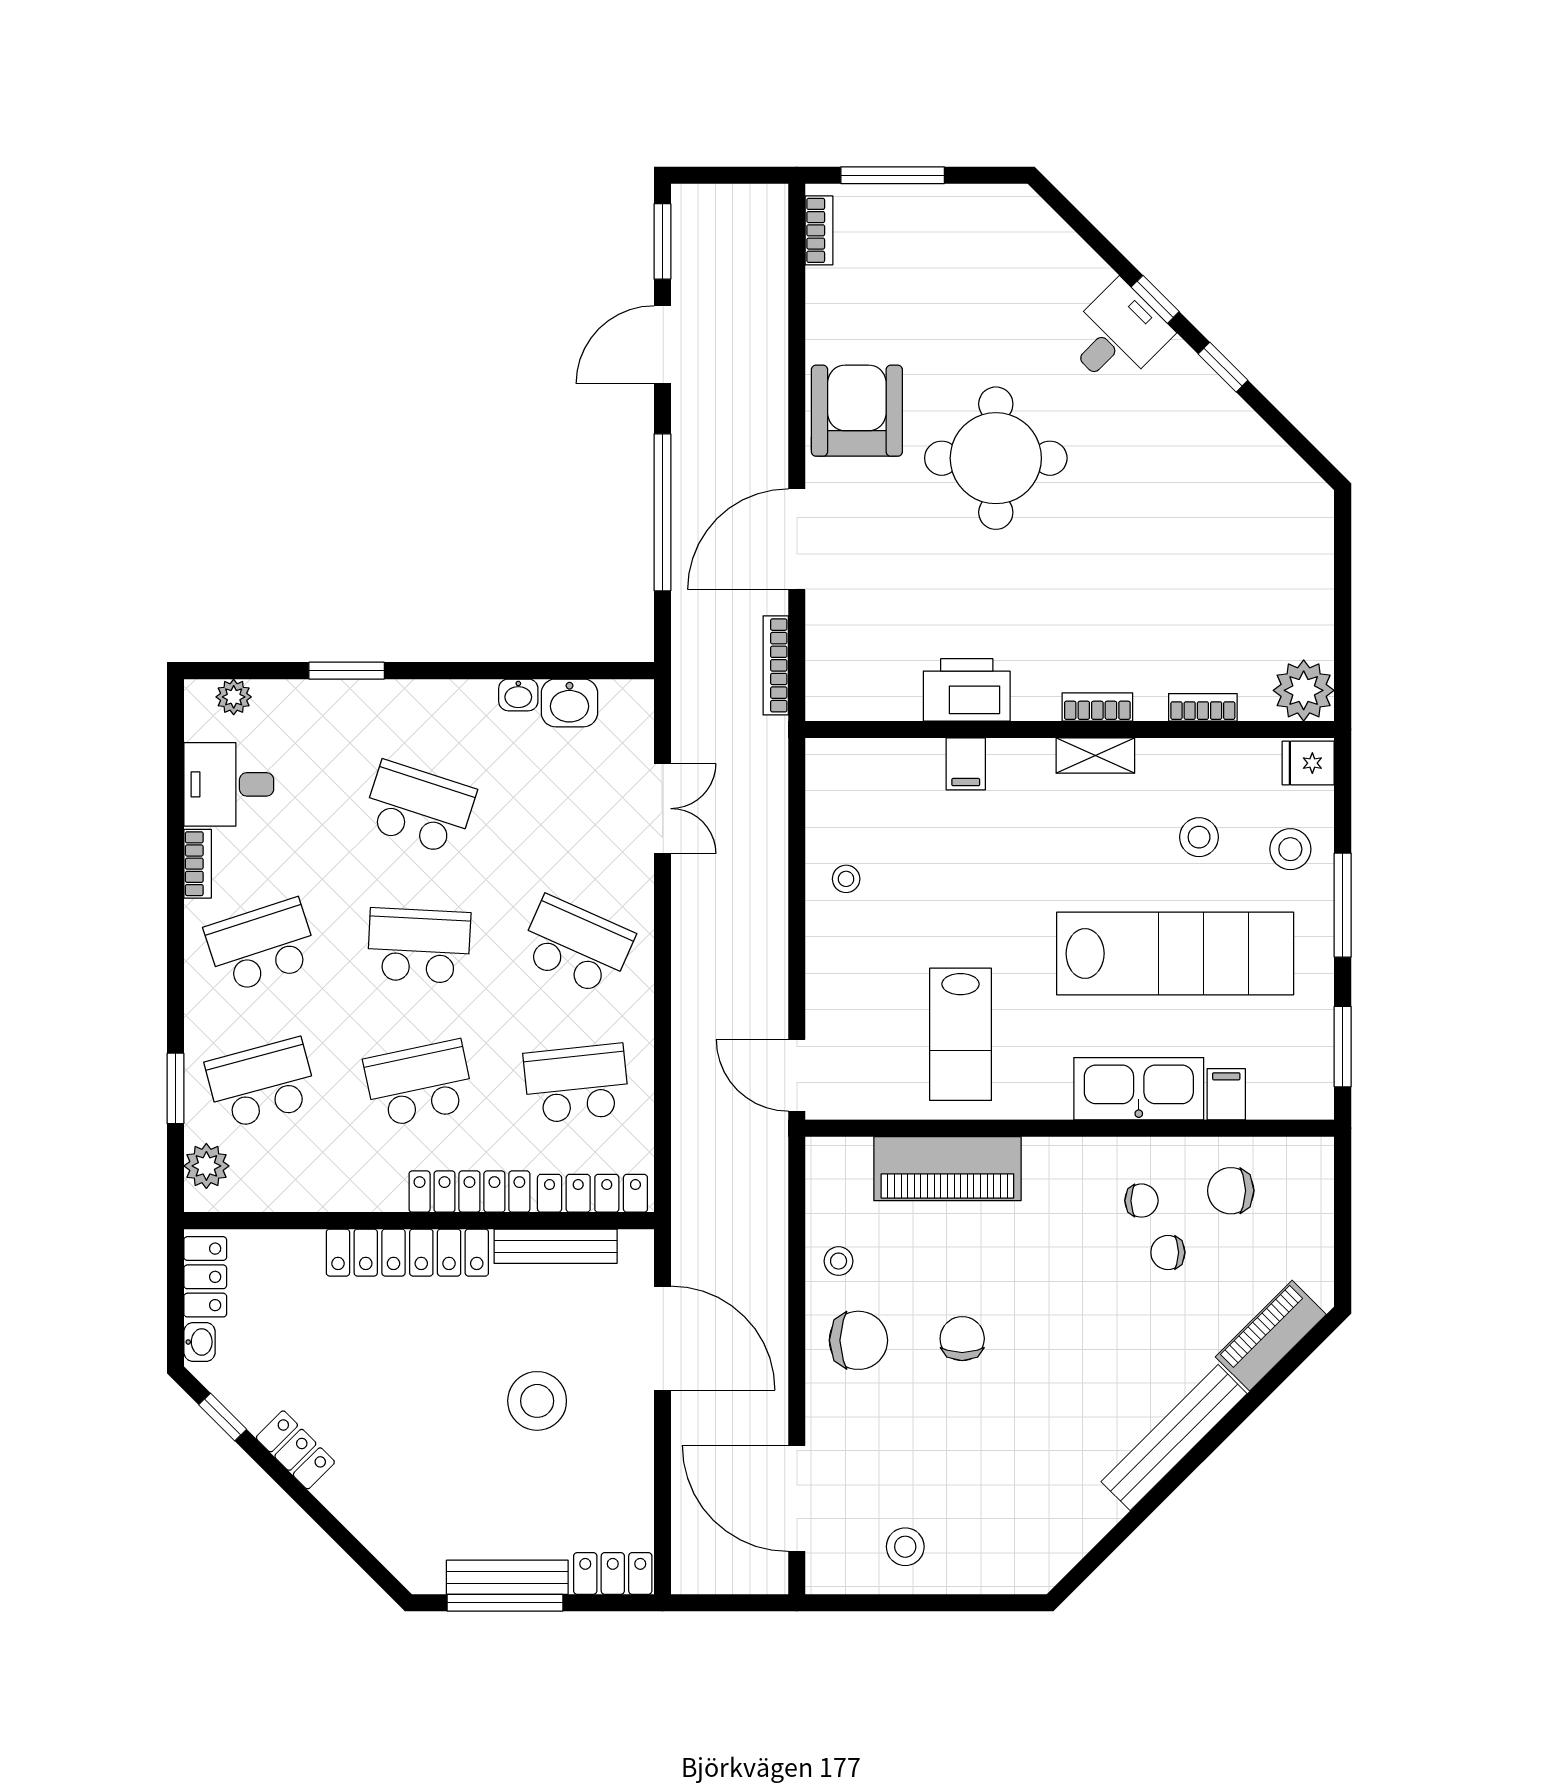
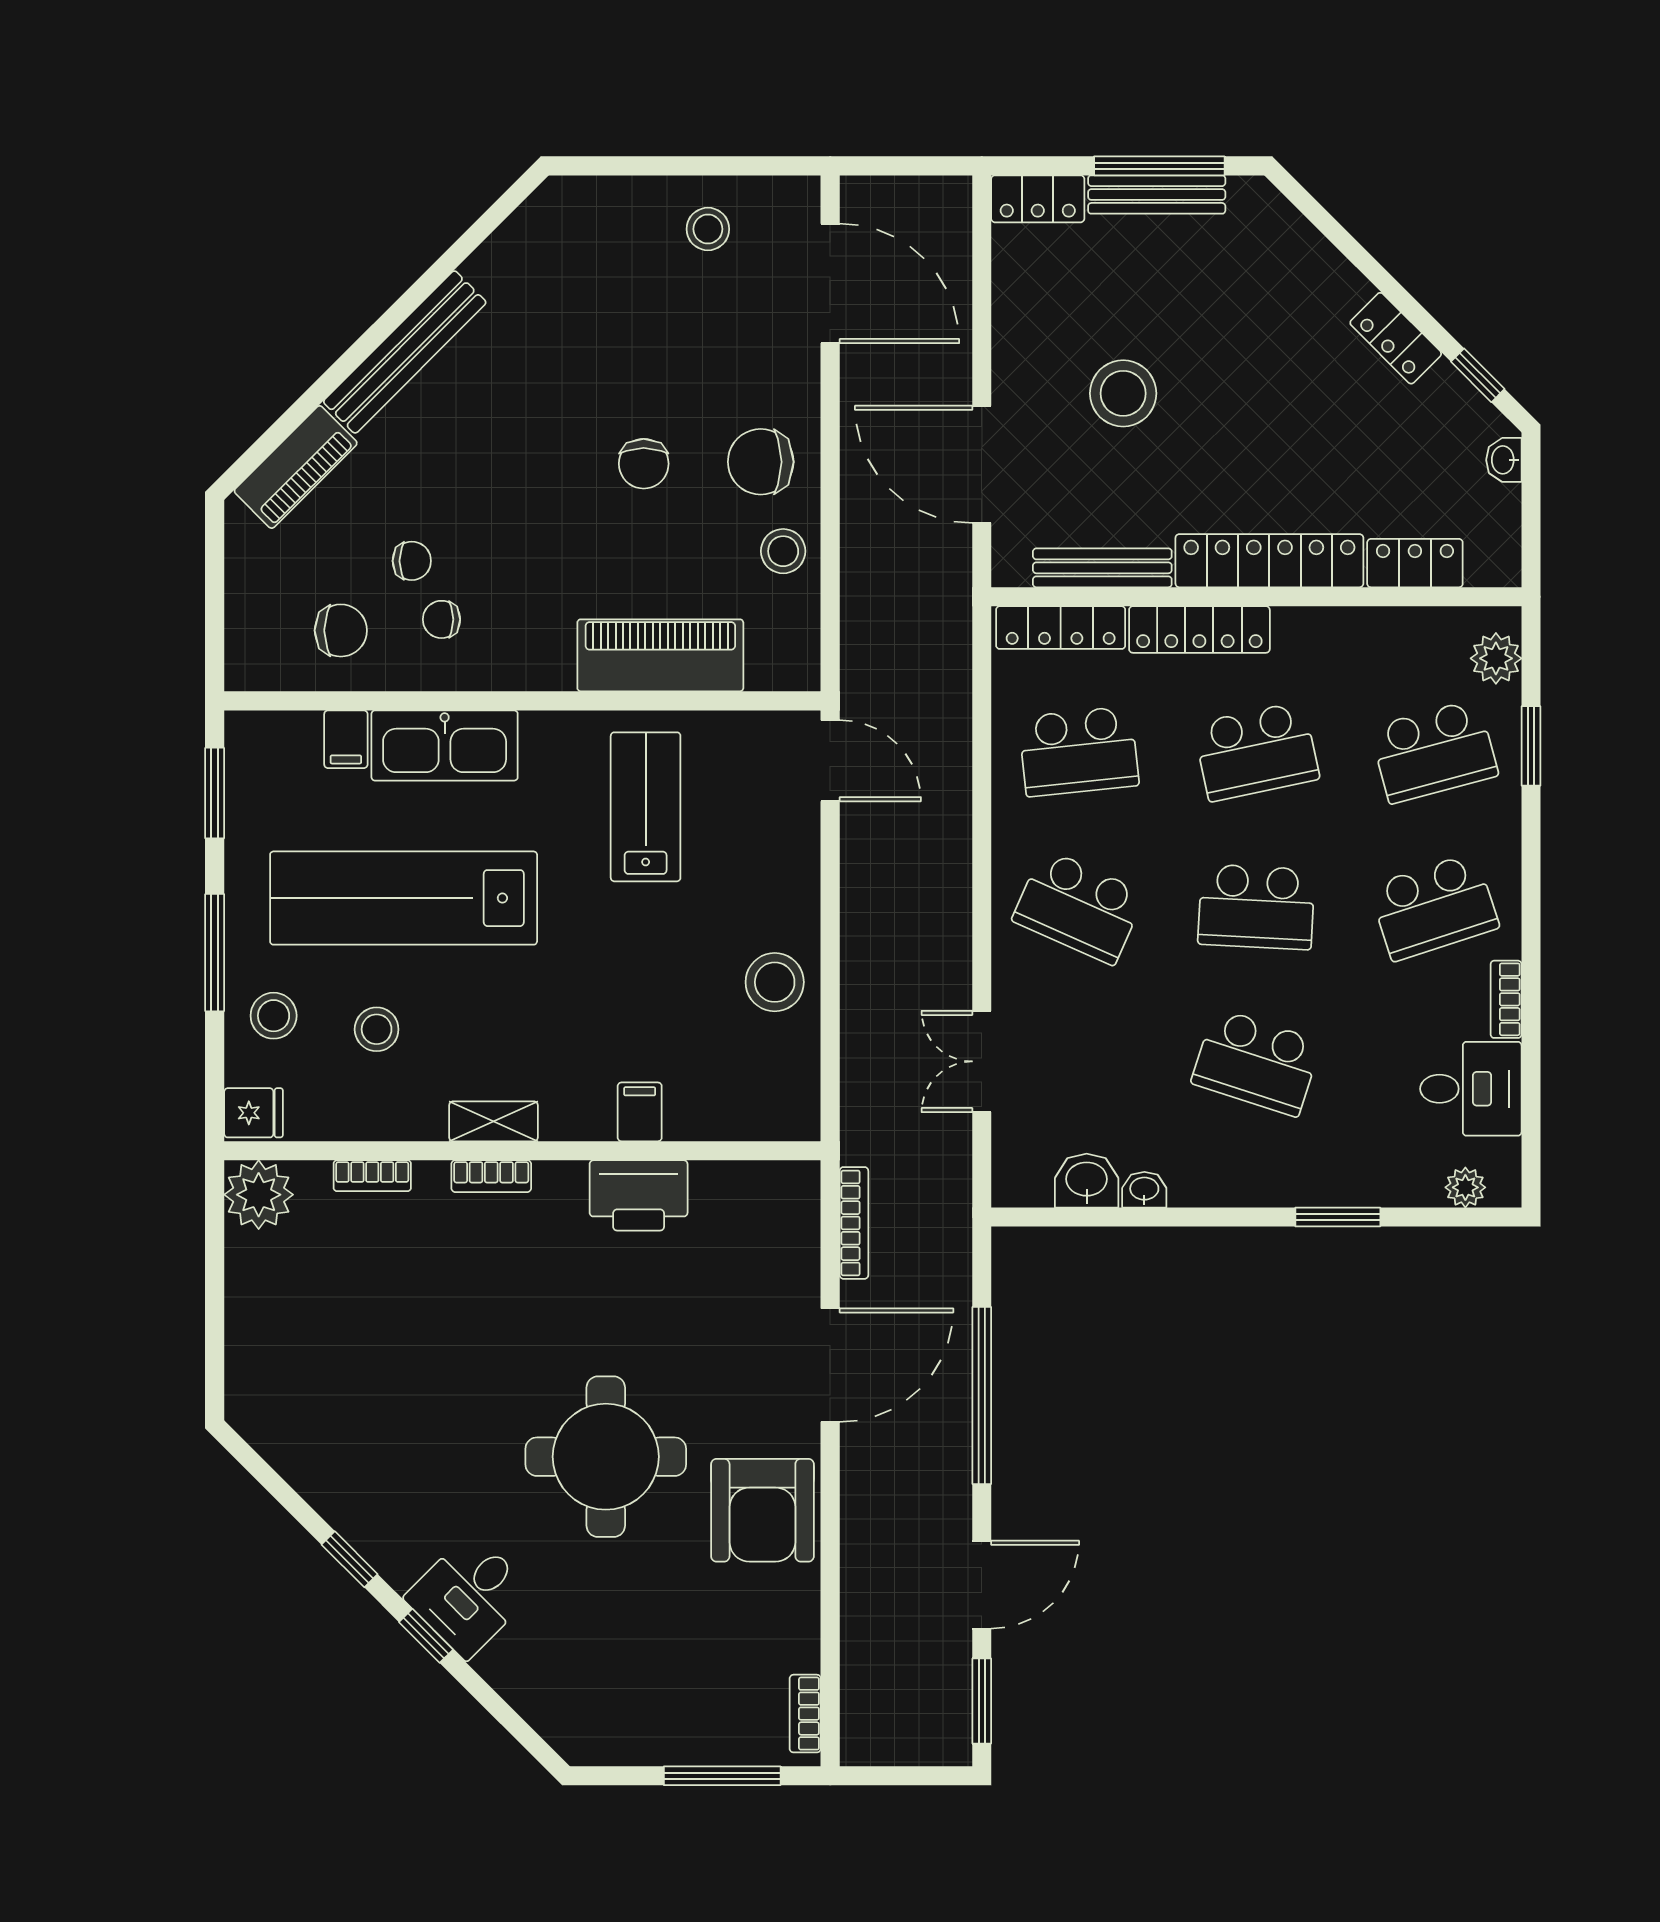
stool: (846, 879) -> (775, 982), width x1.89, depth x1.89
stool: (839, 1261) -> (783, 551), width x1.37, depth x1.37
locker: (205, 1277) -> (1415, 563), moved, turned 90

